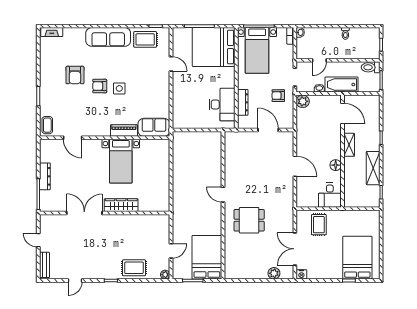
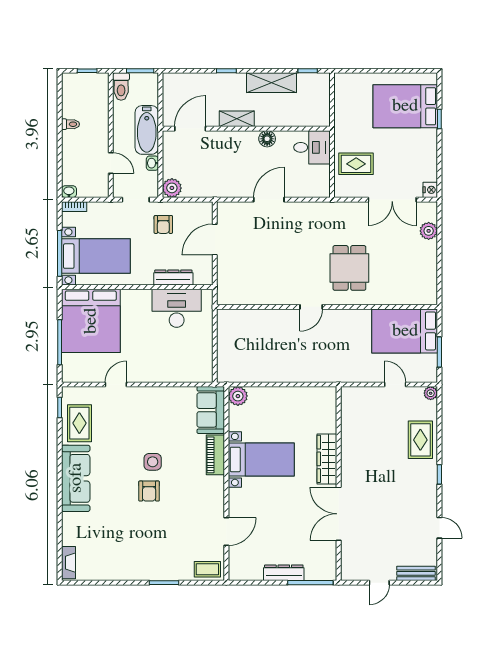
armchair: (75, 75) -> (133, 528), removed
plant: (163, 146) -> (238, 396), added

